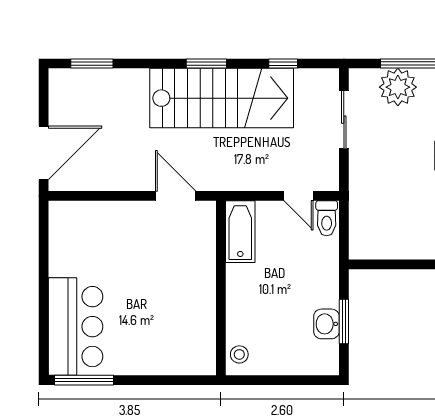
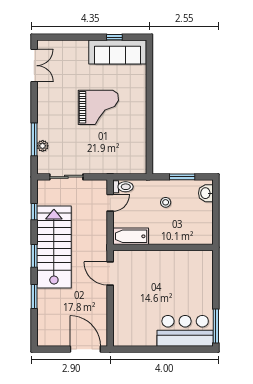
window: (92, 63) -> (34, 297), moved
plant: (398, 87) -> (43, 146), width x0.53, depth x0.53
door: (176, 196) -> (110, 273), hinge flipped
washbasin: (326, 324) -> (206, 193), moved, turned 90
stool: (239, 354) -> (166, 202), moved

